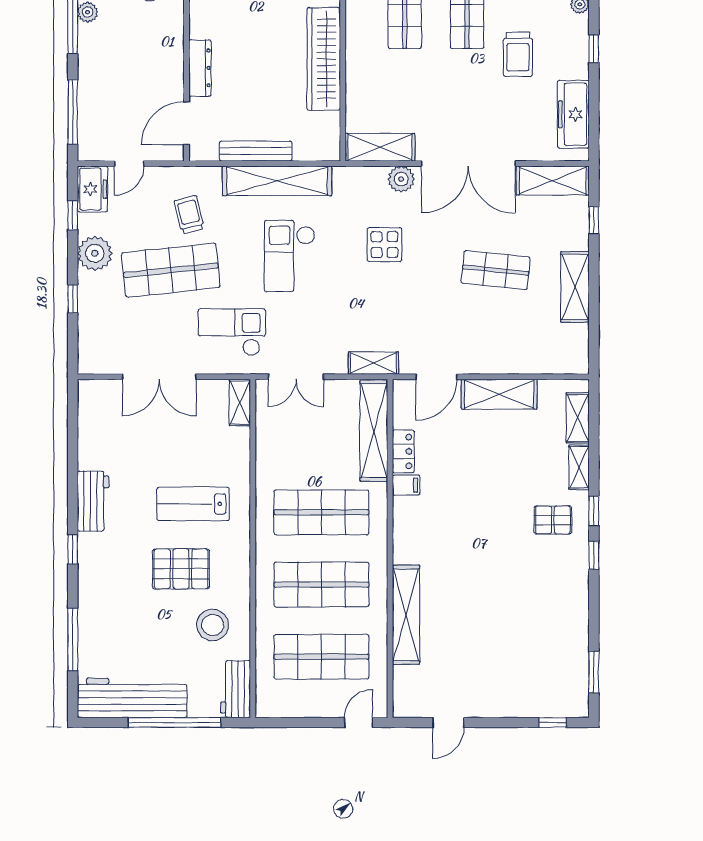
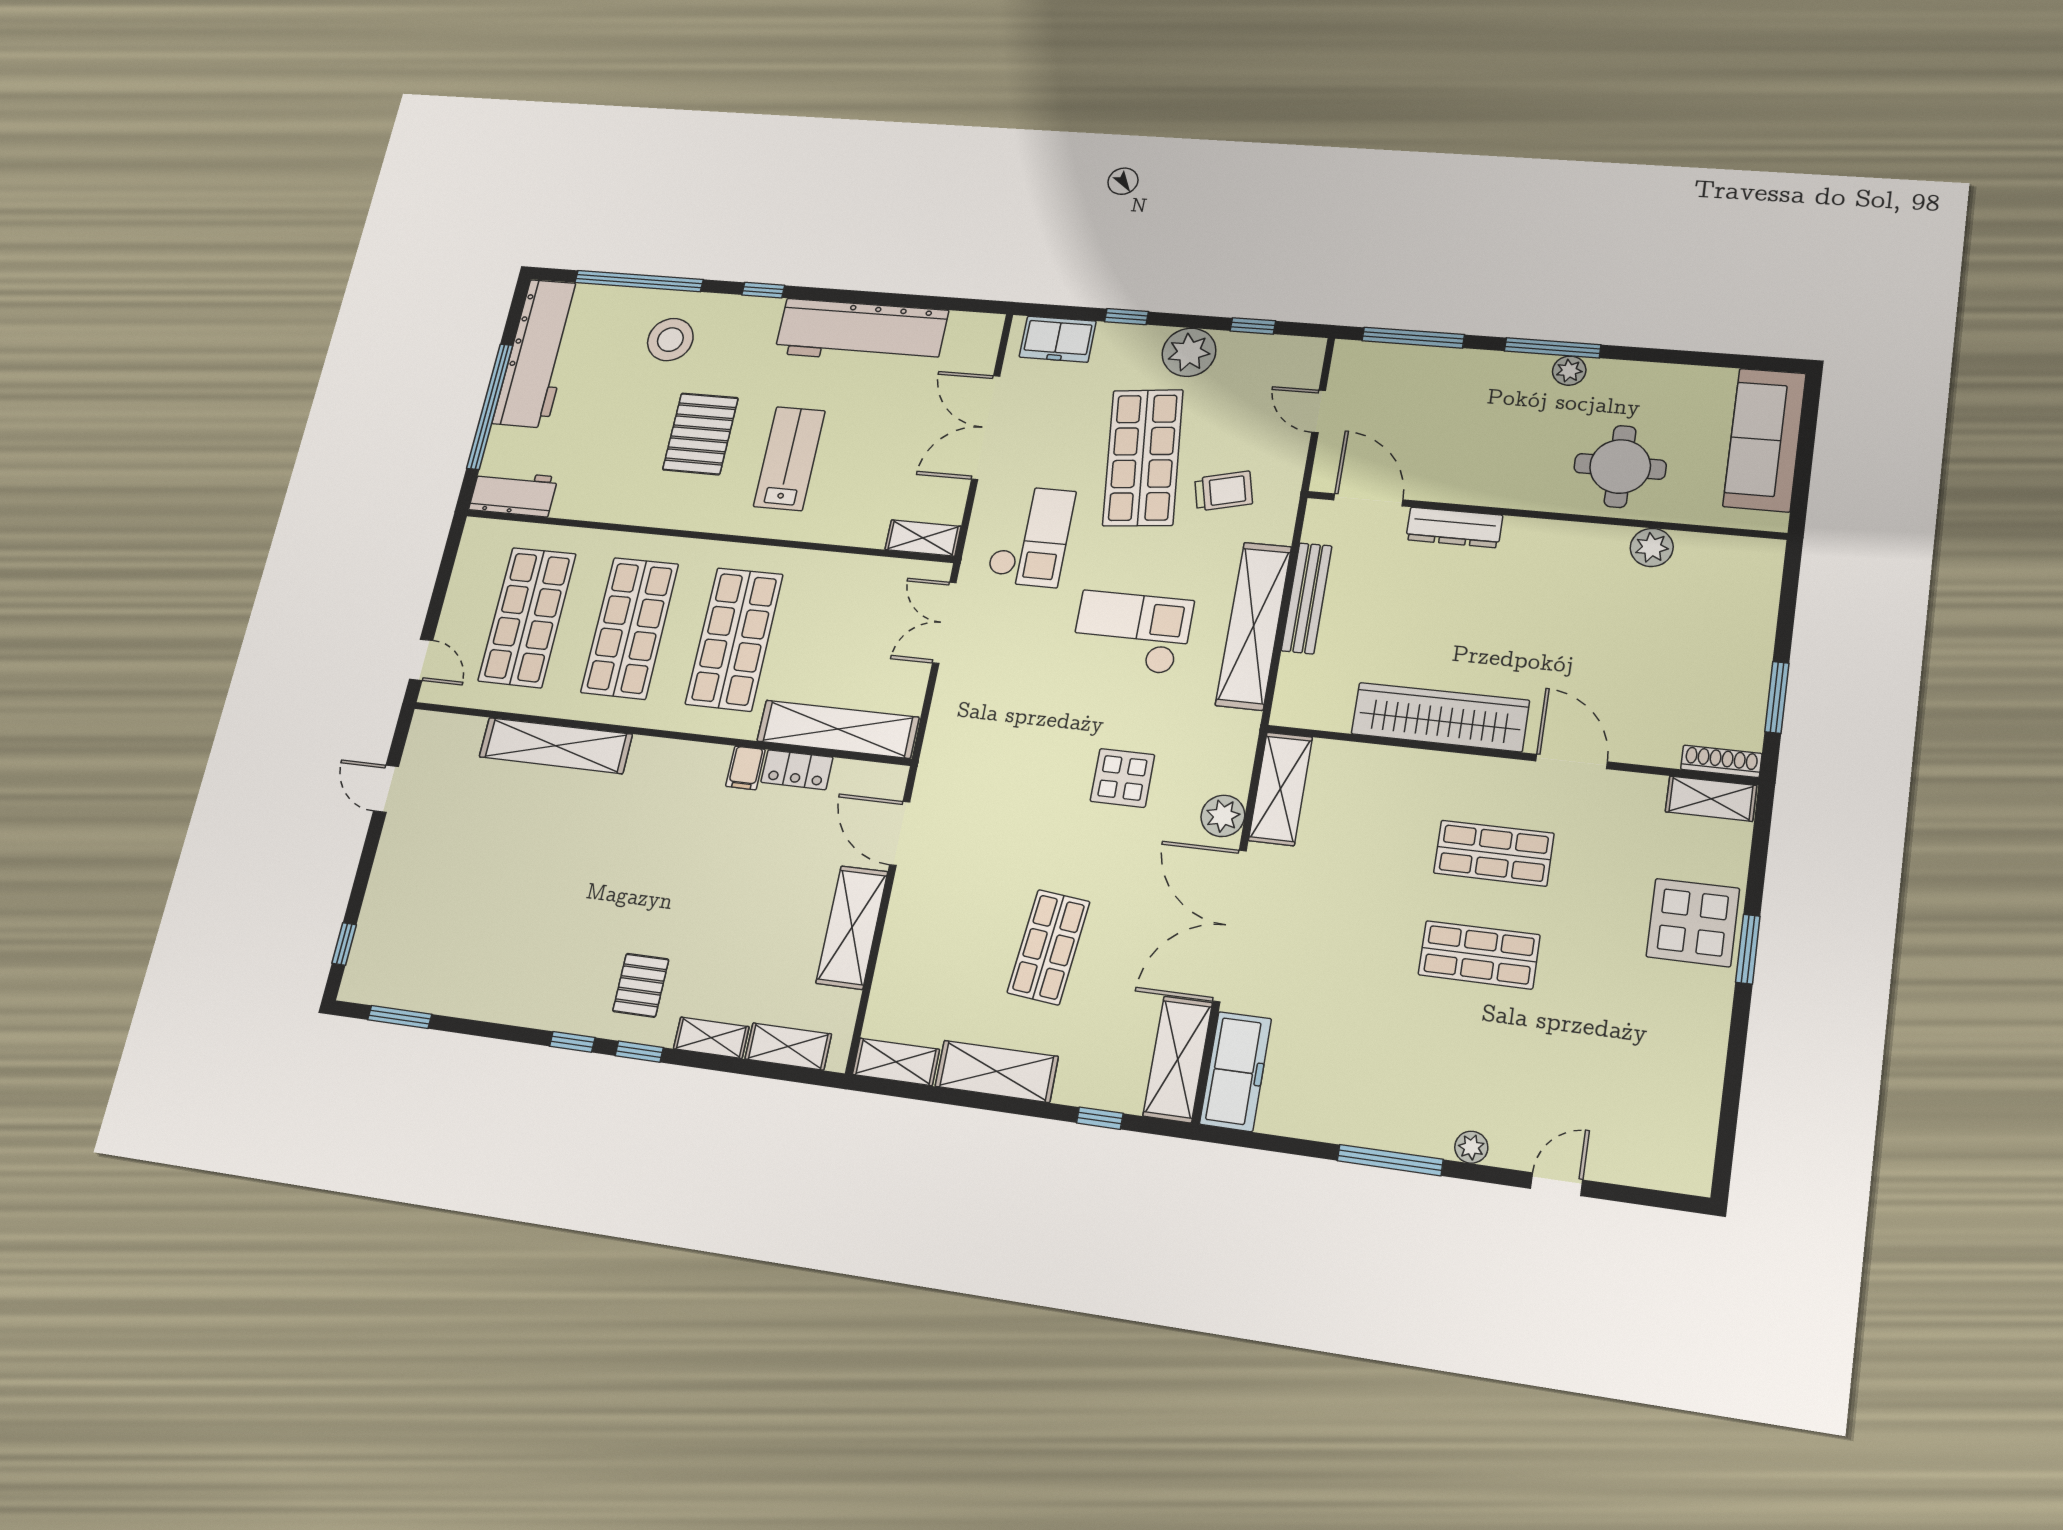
window: (594, 49) -> (1390, 1160), width x2.17
trolley: (518, 54) -> (1400, 1030), removed
freezer: (573, 114) -> (1236, 1071), moved, turned 90
freezer: (93, 189) -> (1058, 339), moved
shelving: (373, 363) -> (896, 1062), moved, turned 90
workbench: (93, 501) -> (861, 332), width x1.88, depth x1.32
stool: (213, 625) -> (670, 340), moved
window: (73, 639) -> (639, 281), width x1.46

